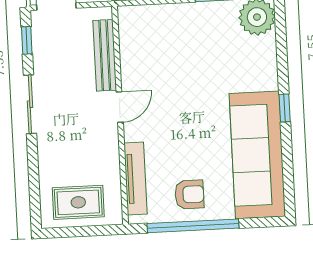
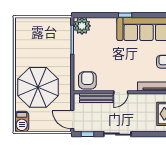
armchair: (141, 35) -> (87, 80), added
door: (120, 107) -> (121, 92), swing flipped

